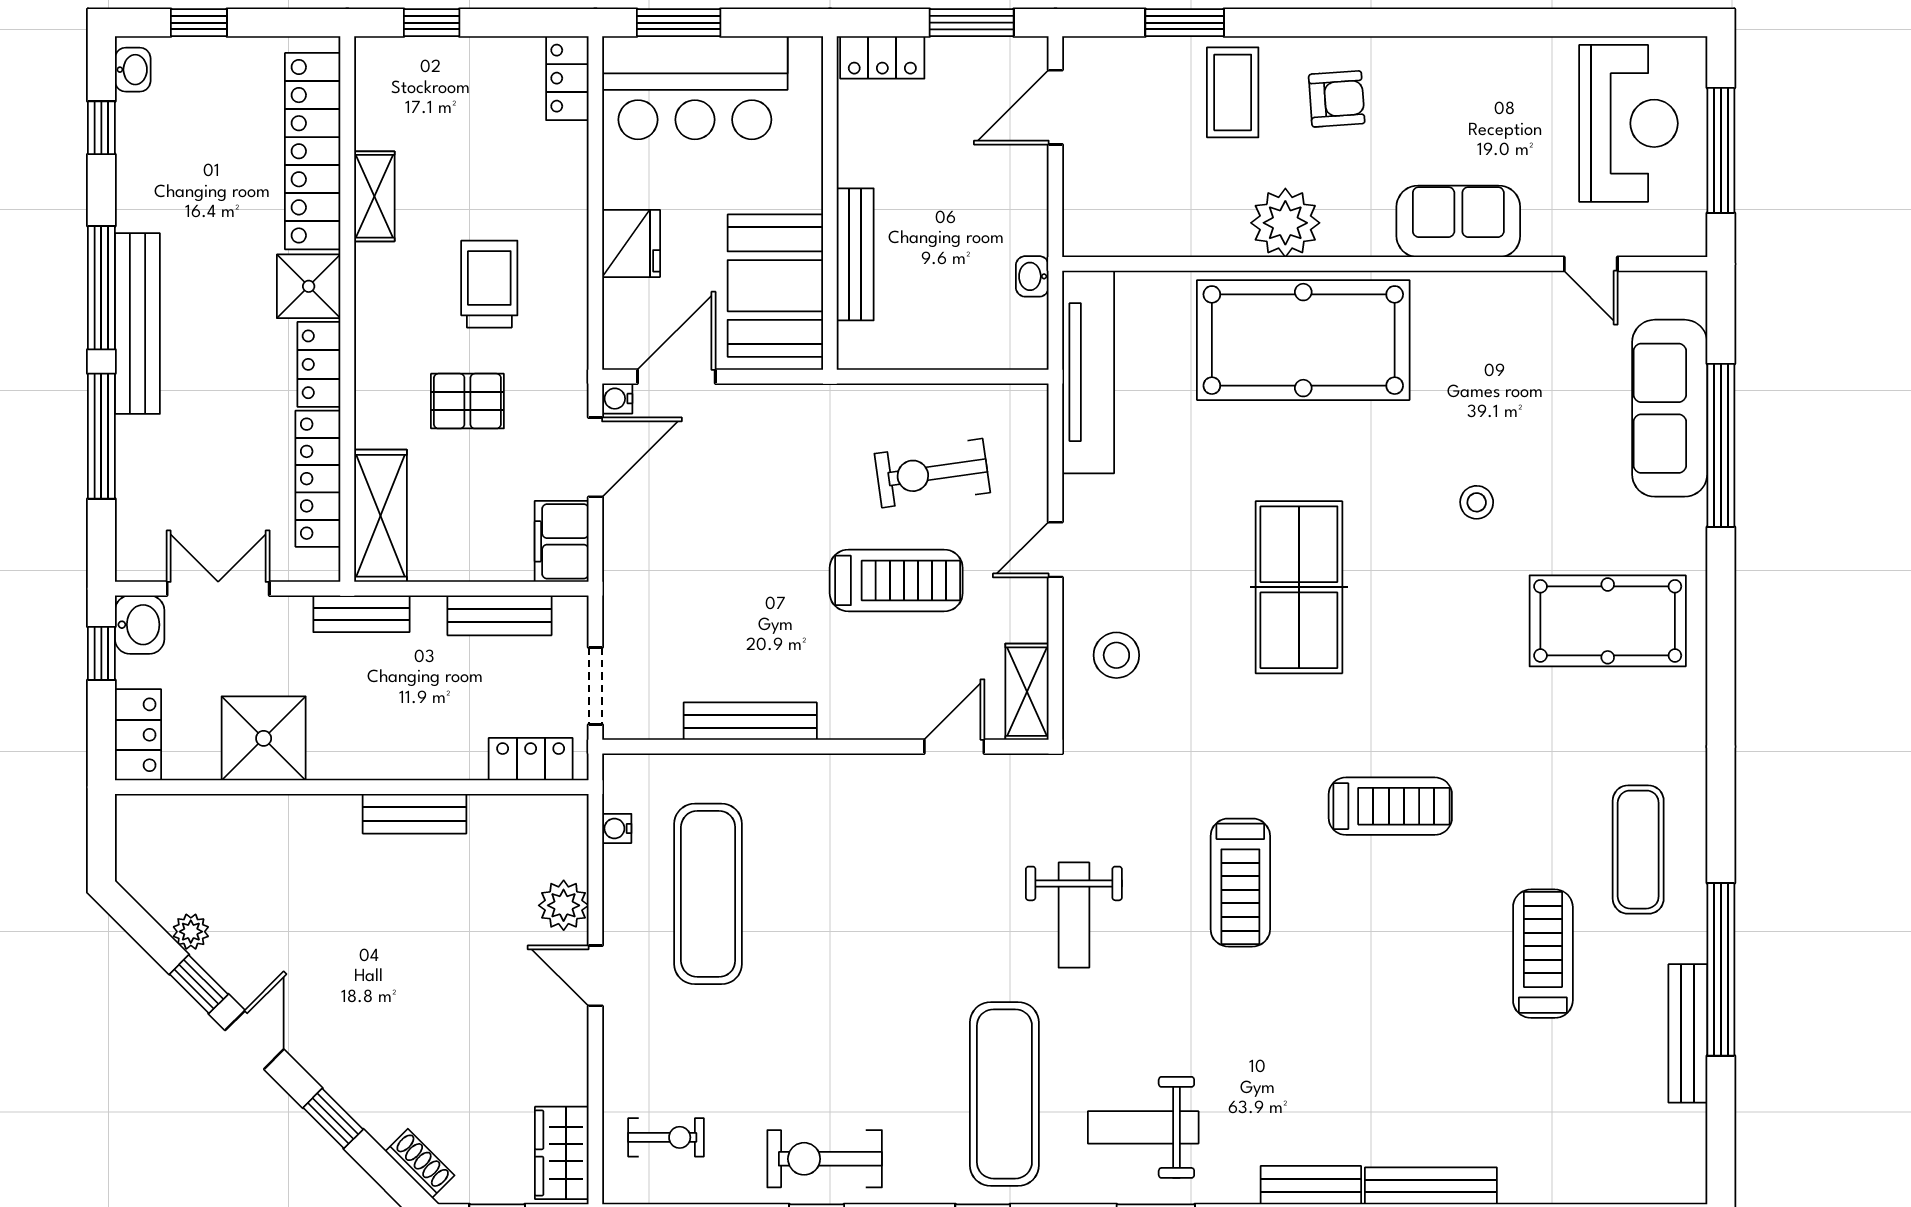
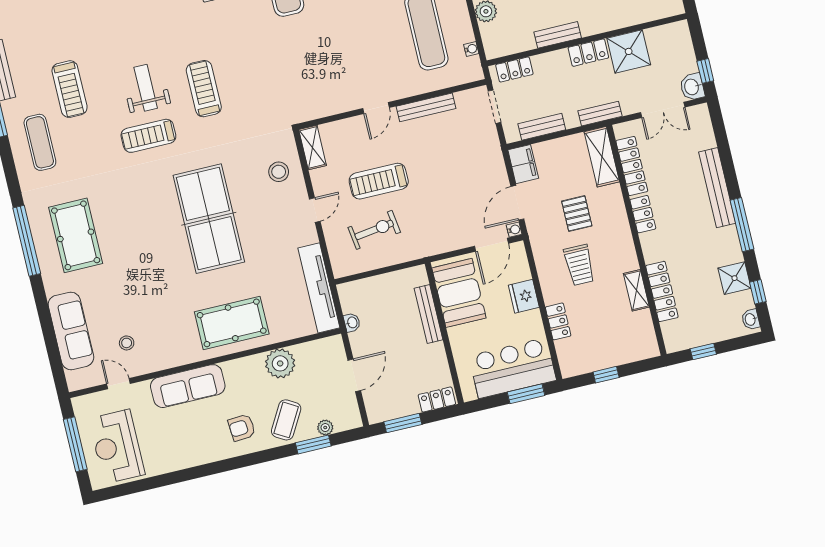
window: (199, 23) -> (703, 352), moved
window: (432, 23) -> (606, 375), moved
plant: (1149, 54) -> (325, 428), added
locker: (567, 78) -> (558, 321), moved
coffee table: (1233, 92) -> (286, 420), turned 30
door: (1055, 107) -> (354, 375), moved
locker: (313, 151) -> (662, 291), width x0.71, depth x0.83
sofa: (1458, 221) -> (188, 386), width x1.36
plant: (1285, 223) -> (280, 363), moved
shower: (309, 286) -> (735, 278), moved
bench: (137, 324) -> (717, 188), moved
pool table: (1303, 340) -> (232, 323), width x0.73, depth x0.76
pallet: (467, 401) -> (577, 214), turned 90
window: (101, 436) -> (727, 162), removed
window: (1721, 445) -> (27, 241), moved
stool: (1477, 502) -> (127, 343), moved
table tennis table: (1299, 587) -> (209, 219), width x1.36, depth x1.32
pool table: (1608, 621) -> (76, 235), turned 90
locker: (138, 735) -> (588, 53), moved, turned -90
door: (954, 747) -> (376, 108), moved
weight bench: (1074, 915) -> (146, 88), moved

